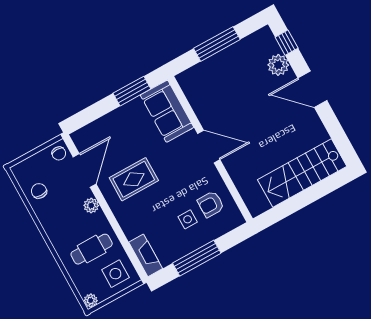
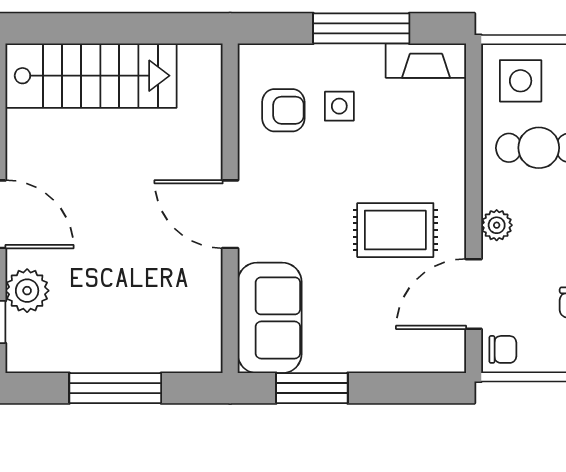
chair: (59, 153) -> (503, 349), turned 90
fireplace: (146, 255) -> (426, 61), moved, turned -90

